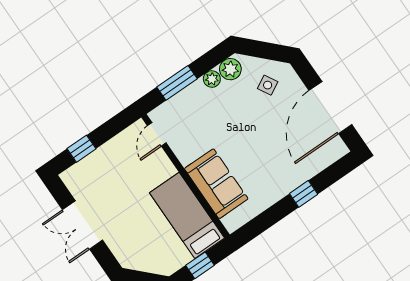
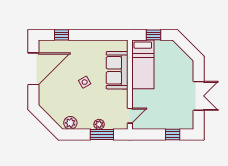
plant: (212, 79) -> (99, 124), moved
side table: (268, 85) -> (85, 82), moved
window: (304, 194) -> (62, 35), moved

